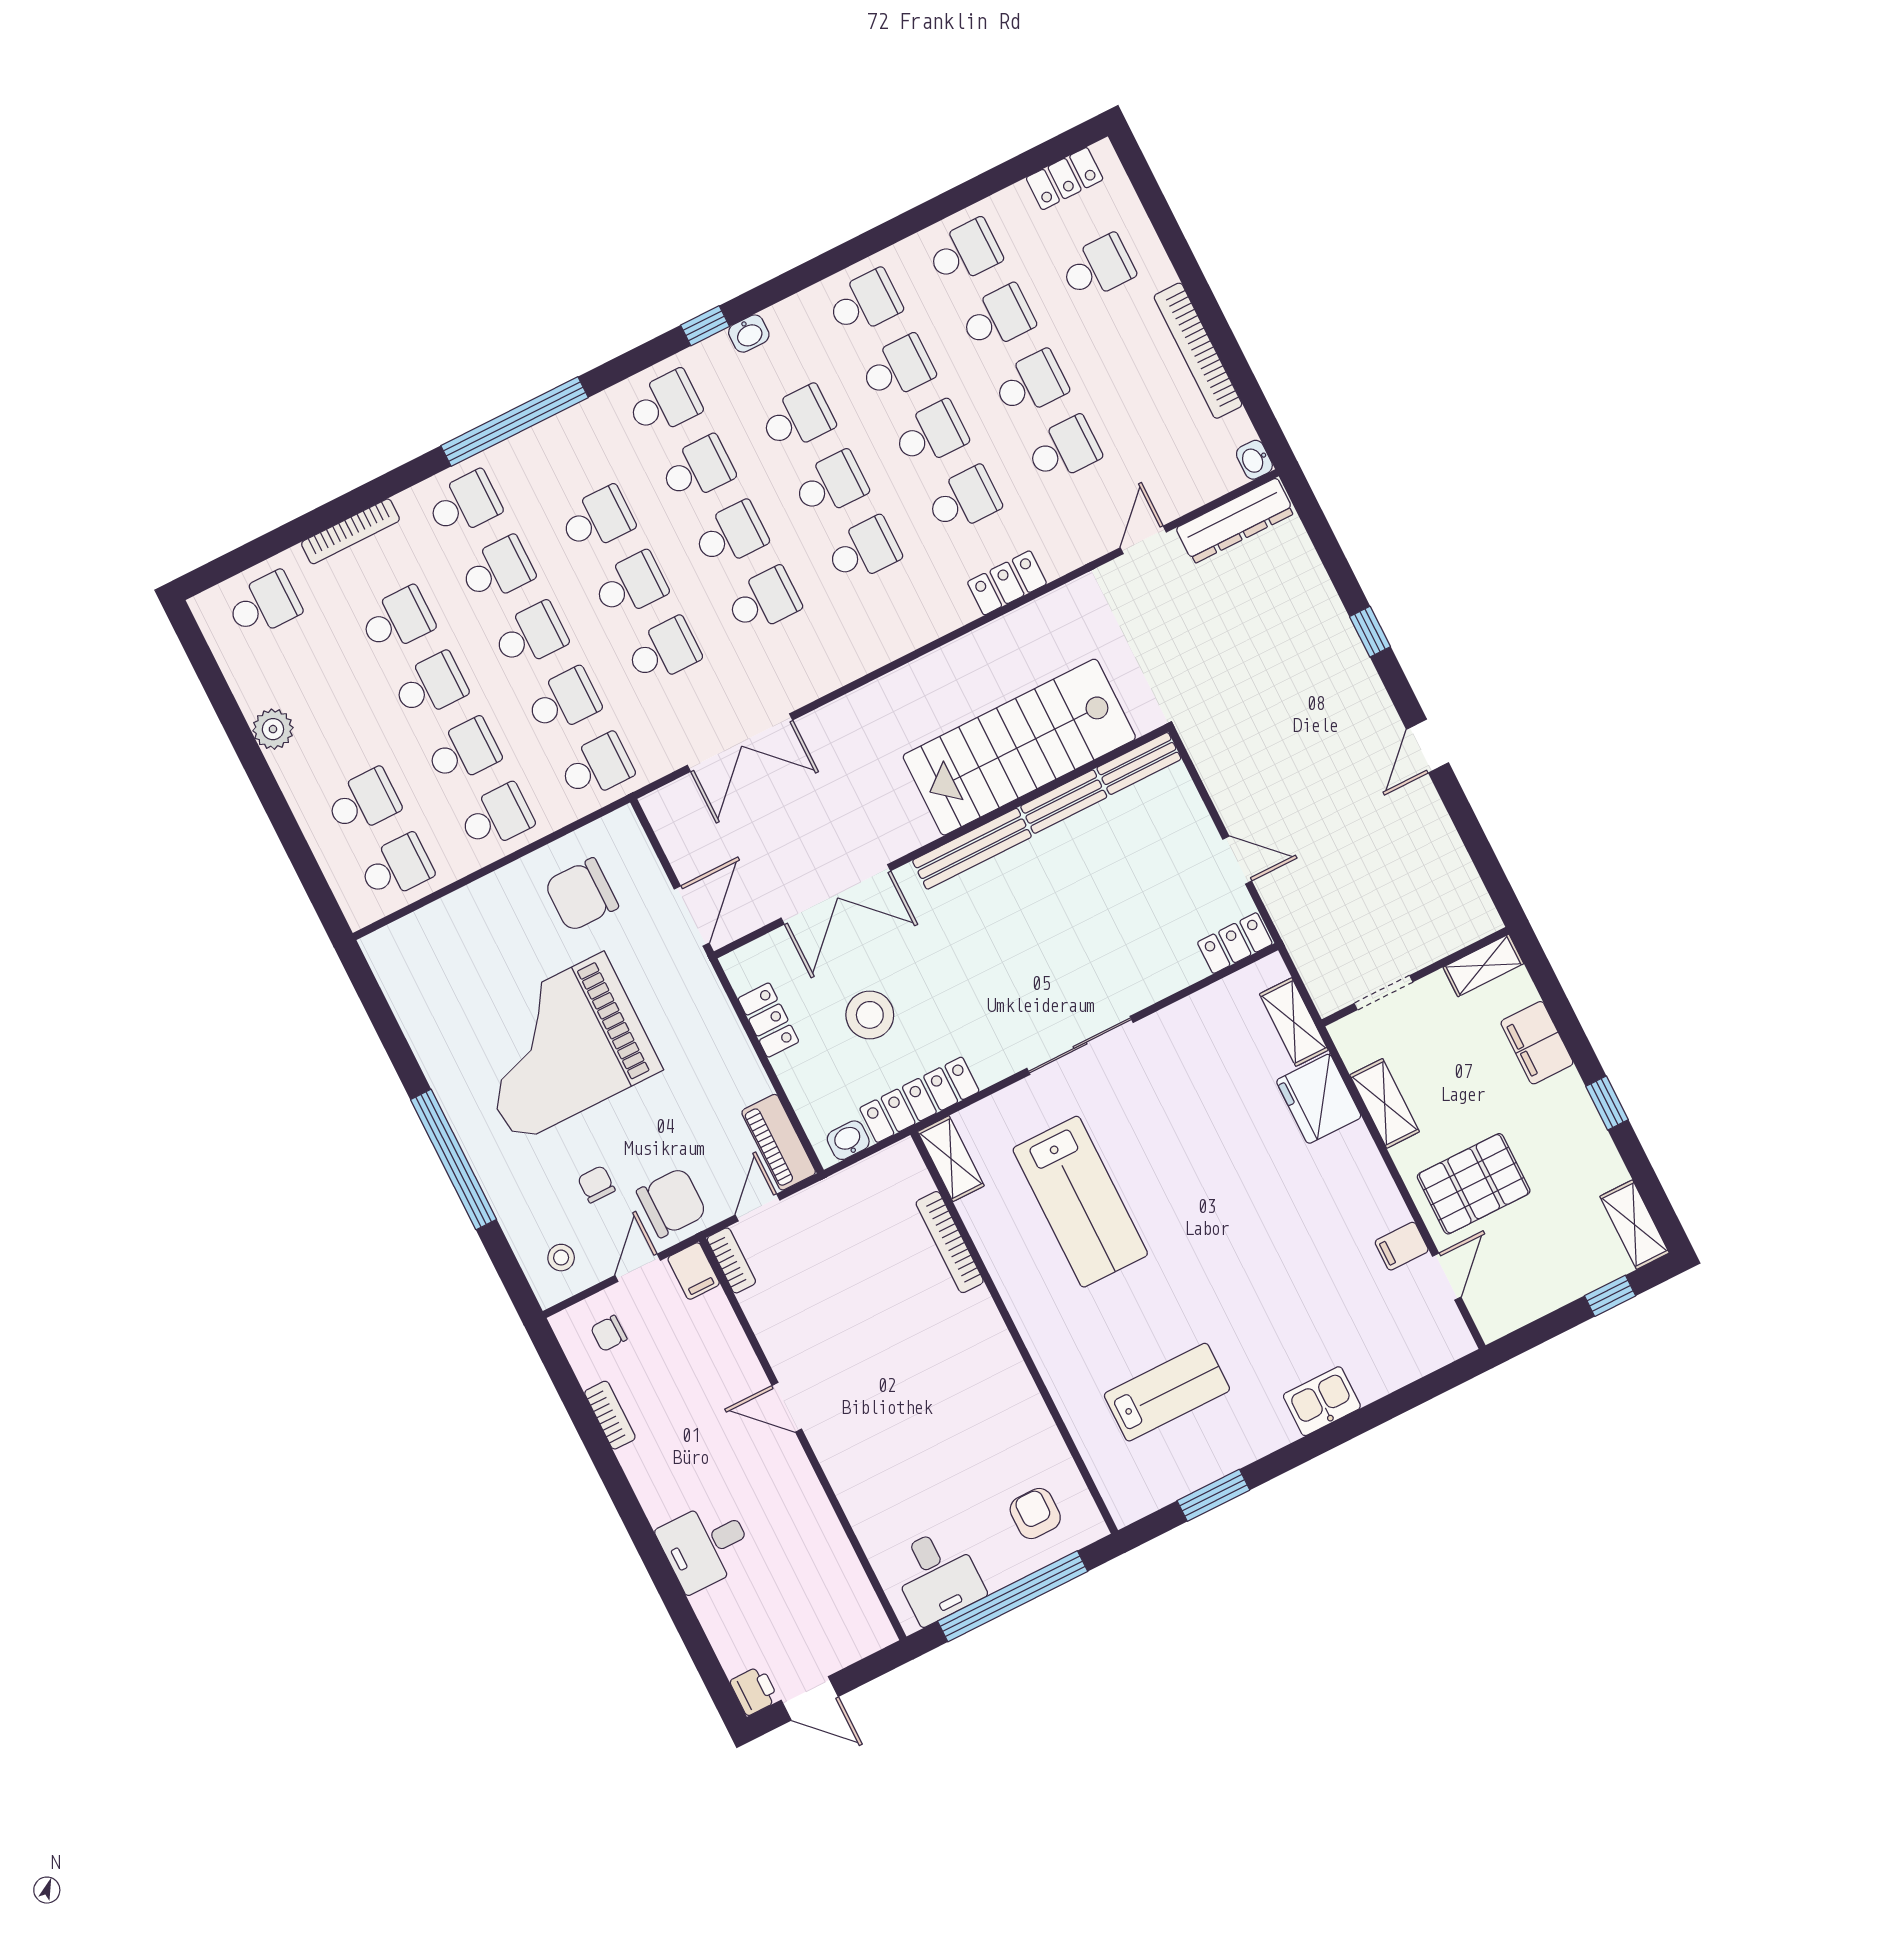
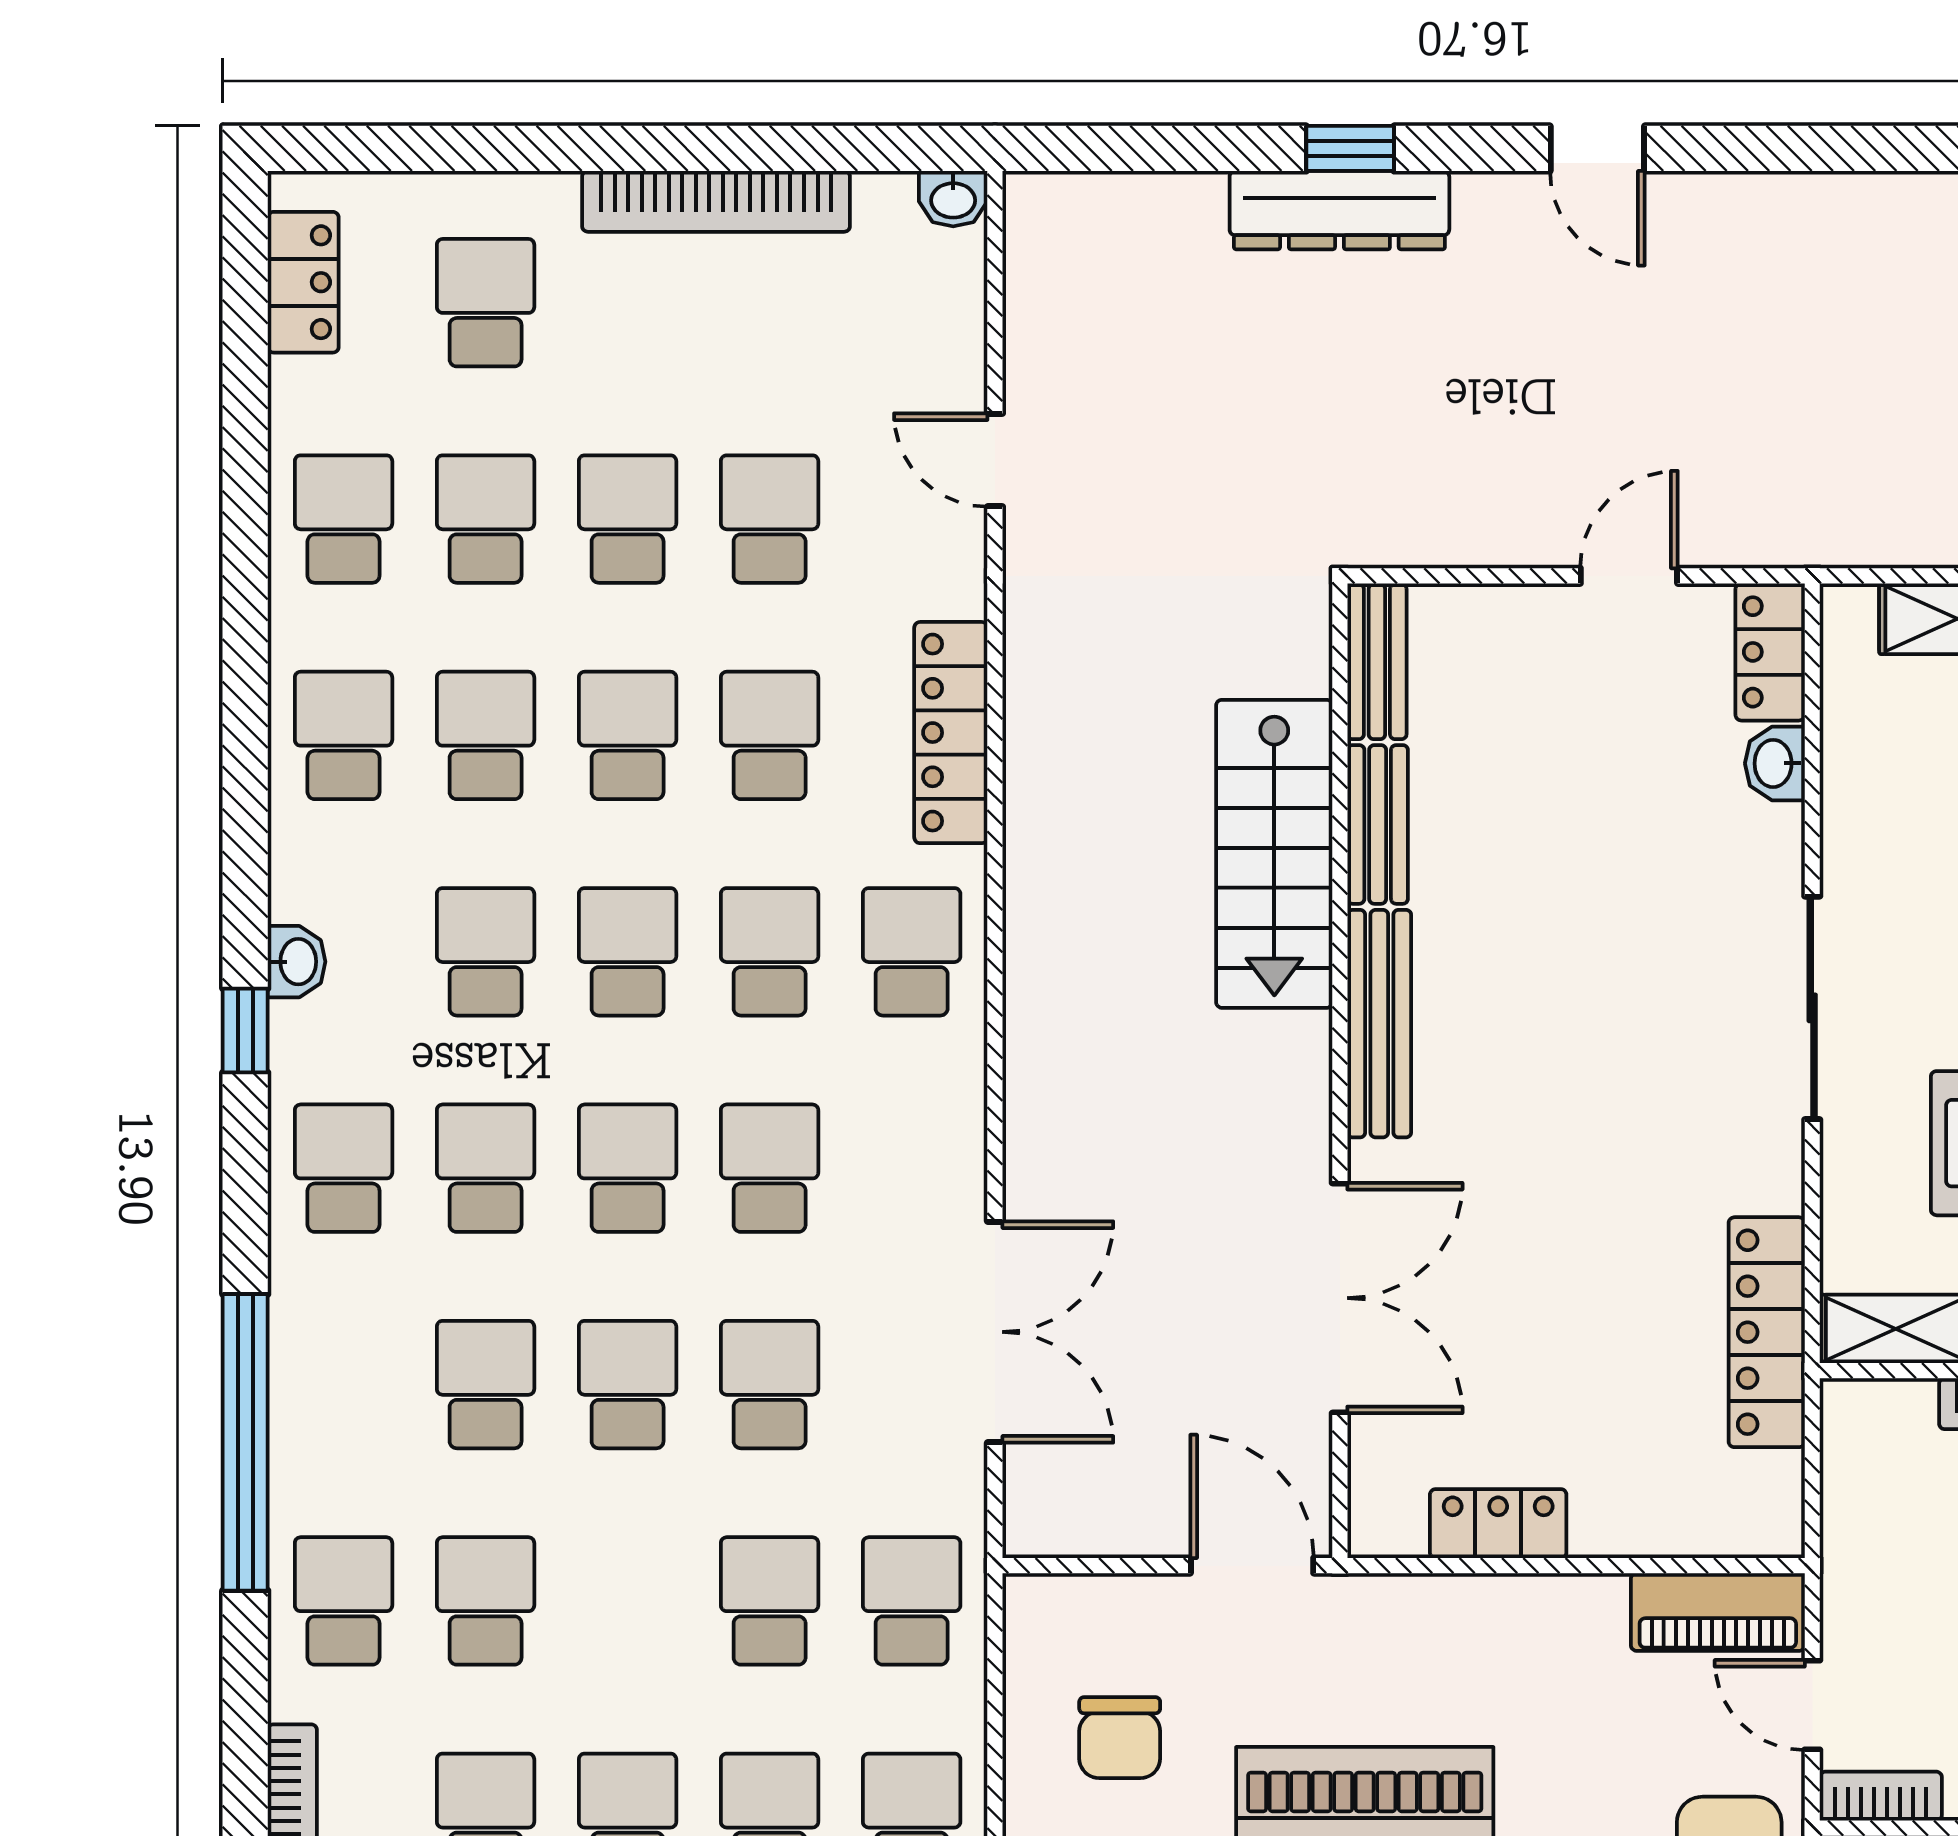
dresser: (1235, 521) -> (1339, 210), moved, turned 90
locker: (1007, 583) -> (951, 733), width x1.53
school desk: (530, 635) -> (912, 952), moved
stairs: (1019, 747) -> (1274, 854), width x0.73, depth x0.66
chair: (581, 895) -> (1120, 1738), width x0.73, depth x0.73
stool: (870, 1015) -> (1577, 1344), removed
washbasin: (848, 1140) -> (1775, 763), moved

